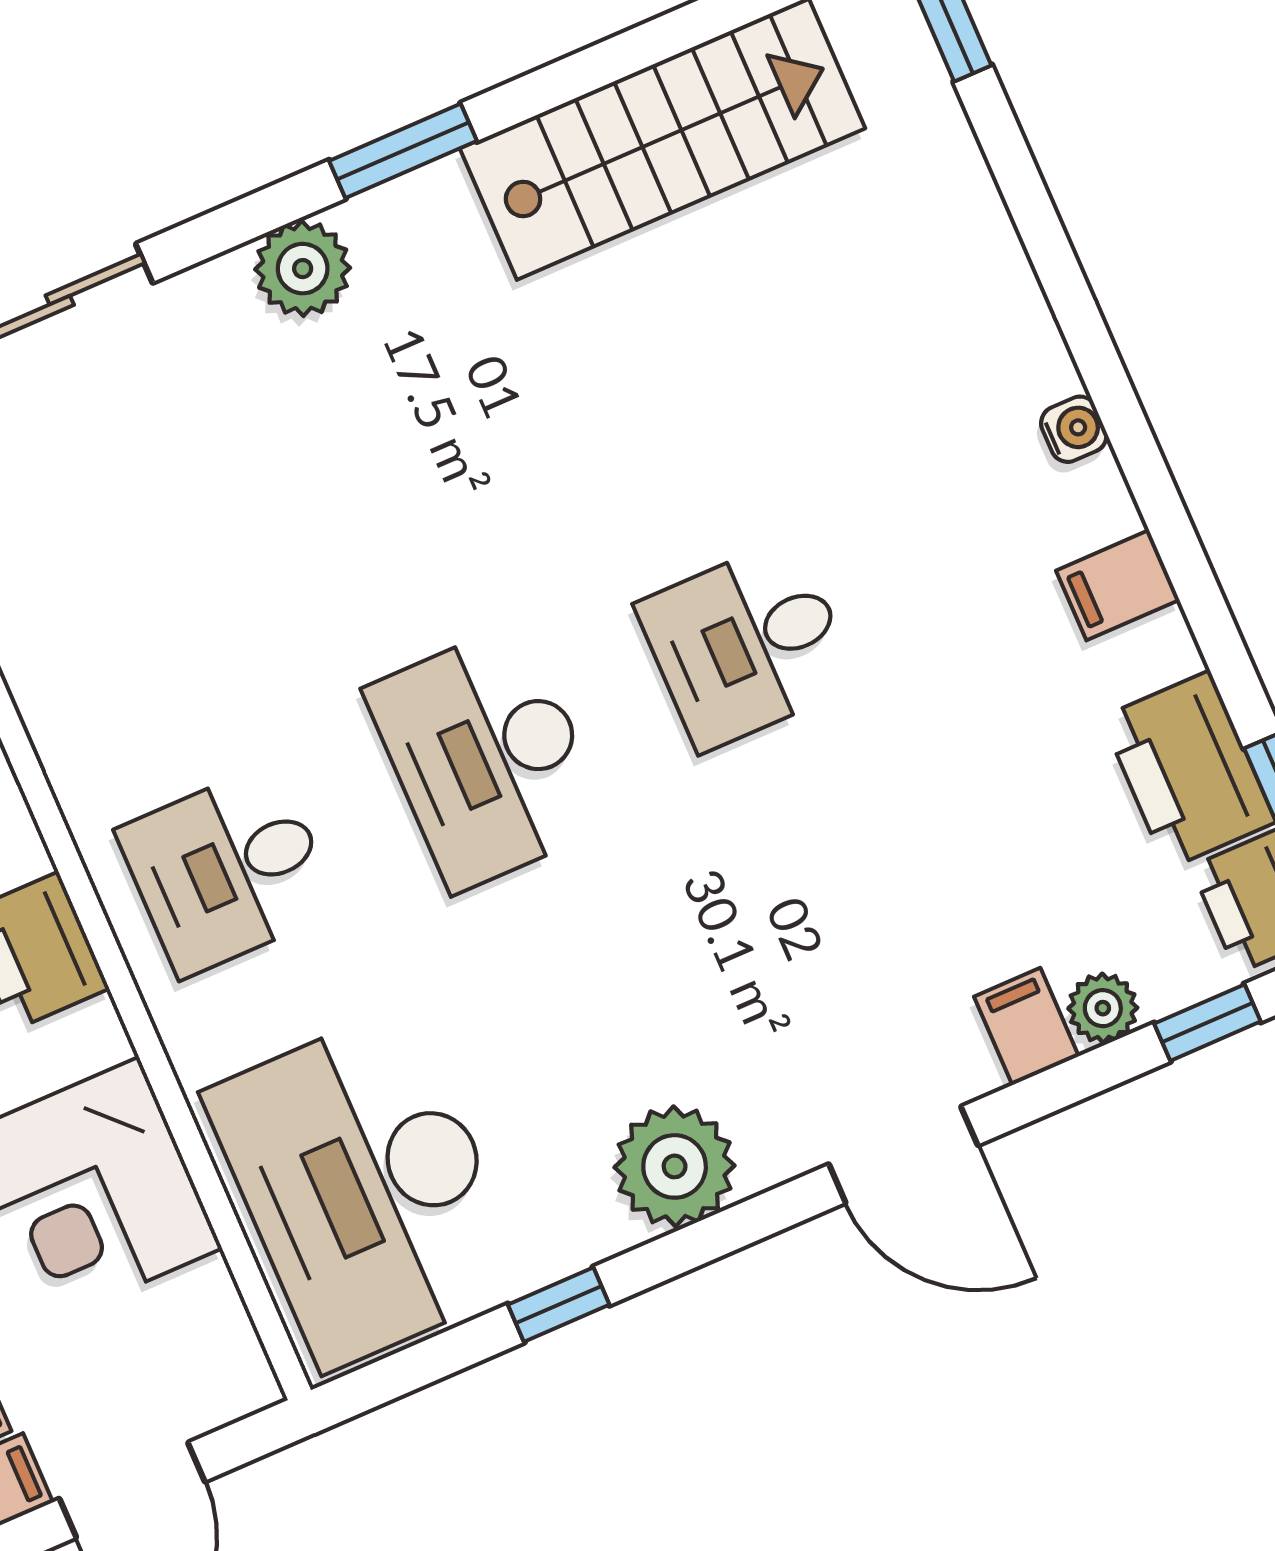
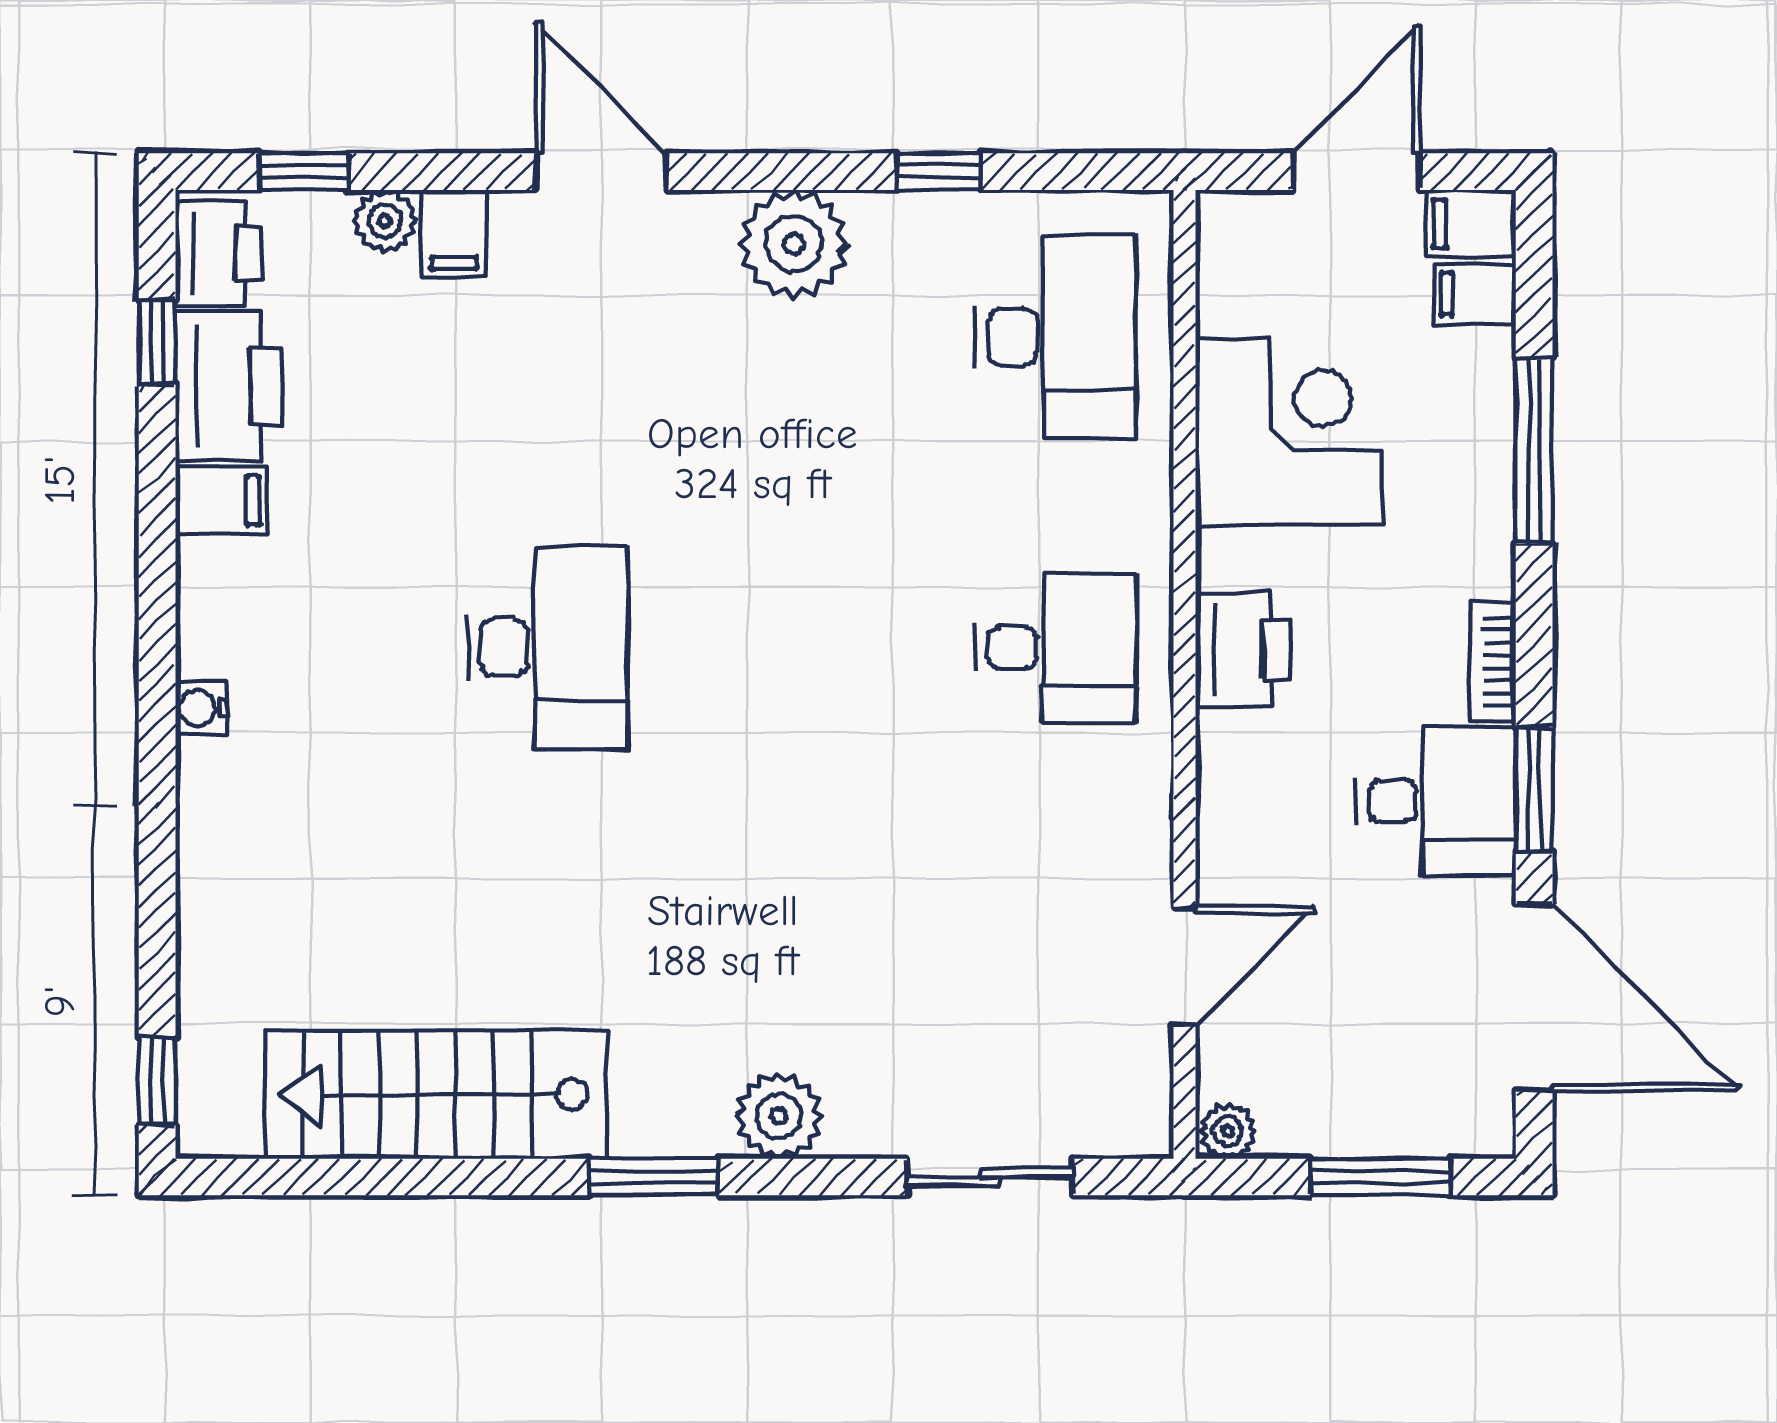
filing cabinet: (1118, 585) -> (221, 501), moved
desk: (747, 644) -> (547, 648), width x1.37
desk: (487, 757) -> (801, 648), removed
desk: (366, 1188) -> (1056, 337), width x0.73, depth x0.77

